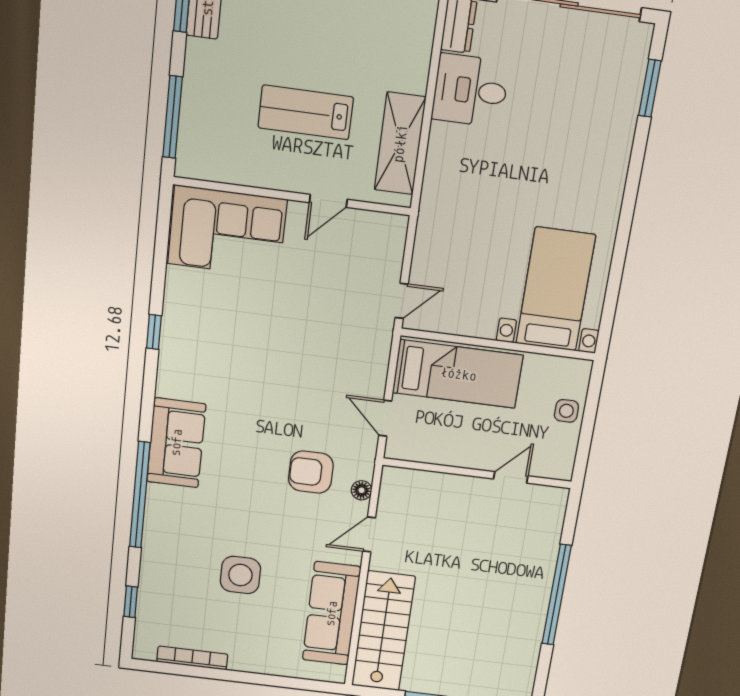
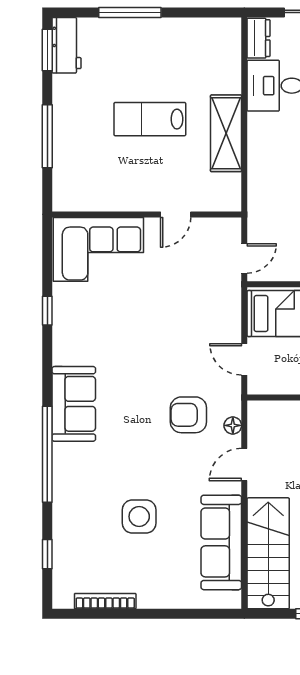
wall: (292, 196) -> (147, 214), moved
door: (328, 201) -> (176, 214), moved
corner sofa: (227, 232) -> (98, 249), moved

